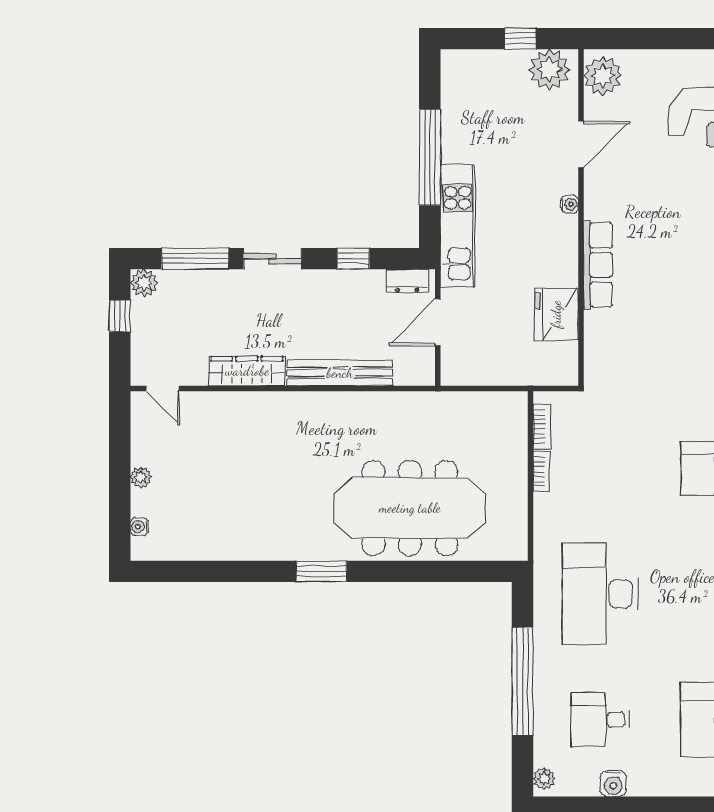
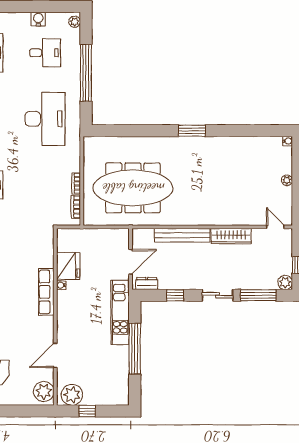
water cooler: (570, 204) -> (61, 285), moved
meeting table: (410, 508) -> (133, 188), moved
water cooler: (139, 527) -> (288, 141), moved

